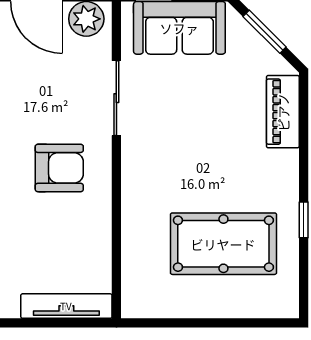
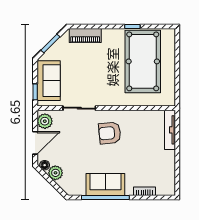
armchair: (59, 168) -> (110, 133), turned -95
pool table: (223, 244) -> (143, 61), width x1.36, depth x1.32

